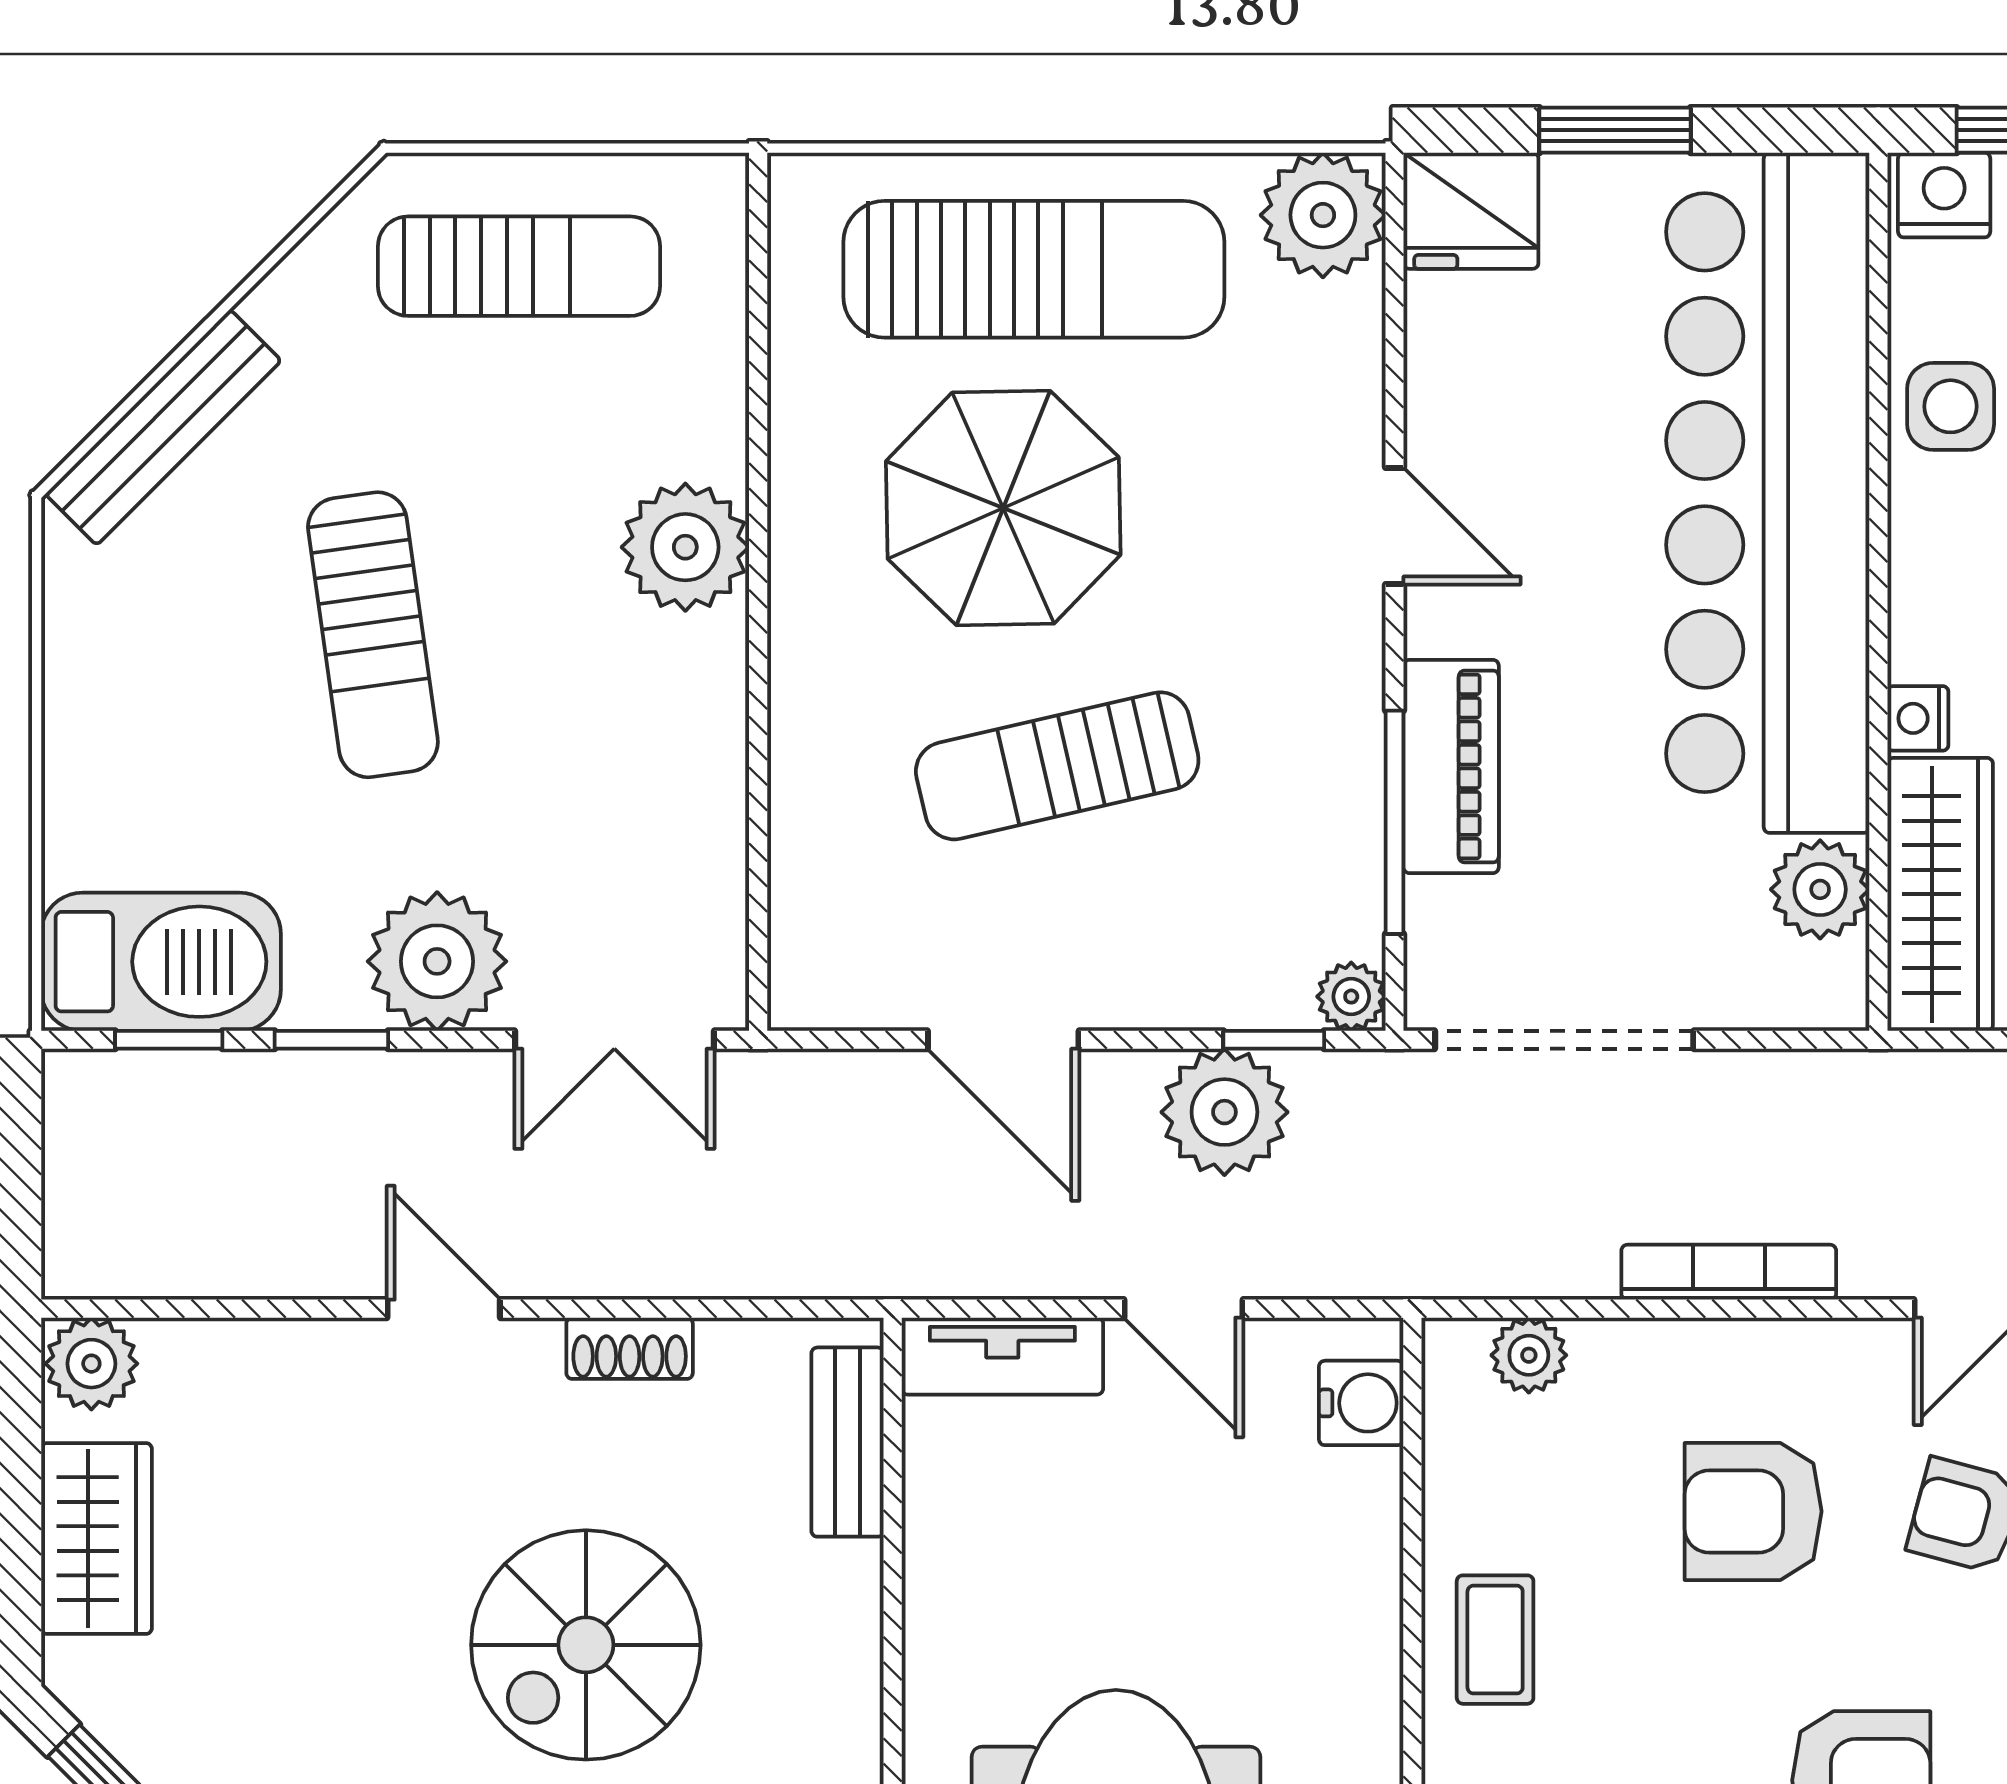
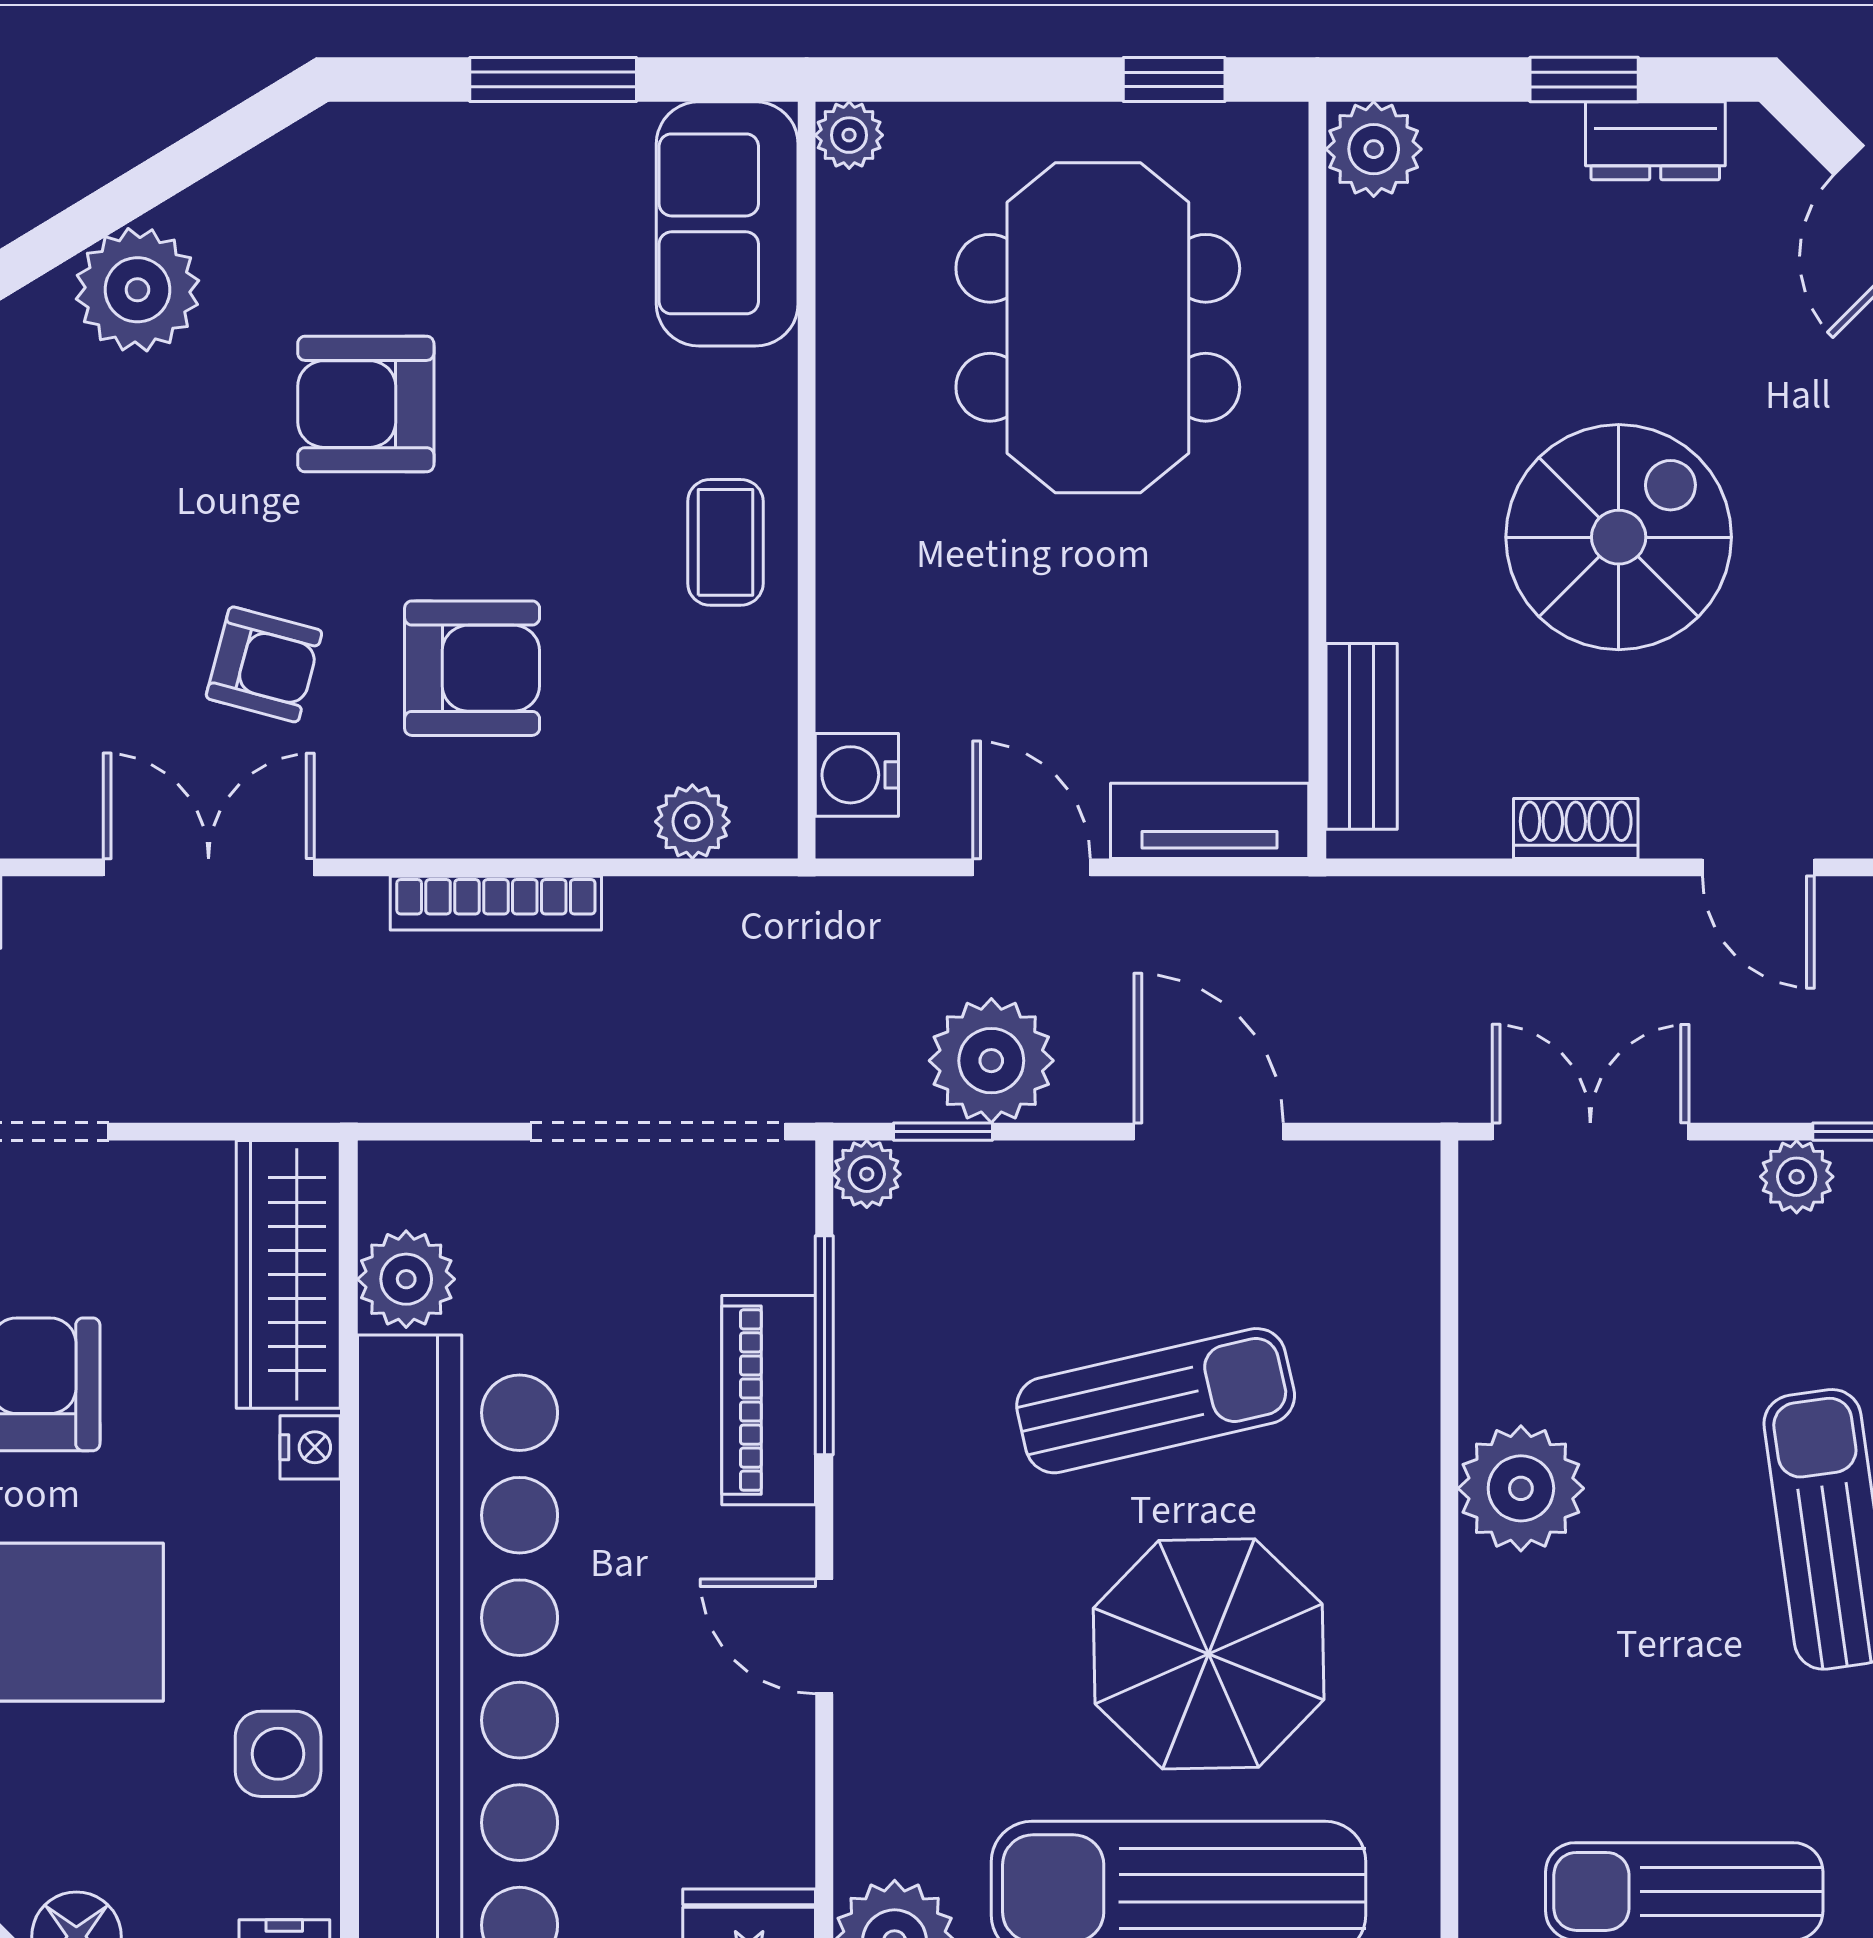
plant: (685, 547) -> (1521, 1488), moved
plant: (437, 961) -> (1797, 1177), width x0.53, depth x0.53

